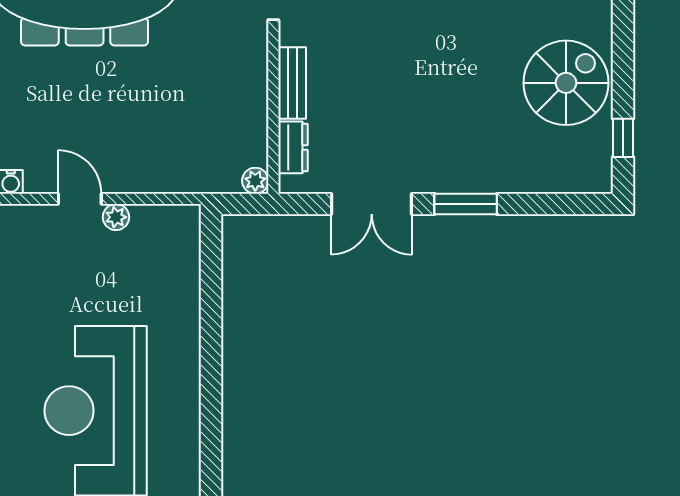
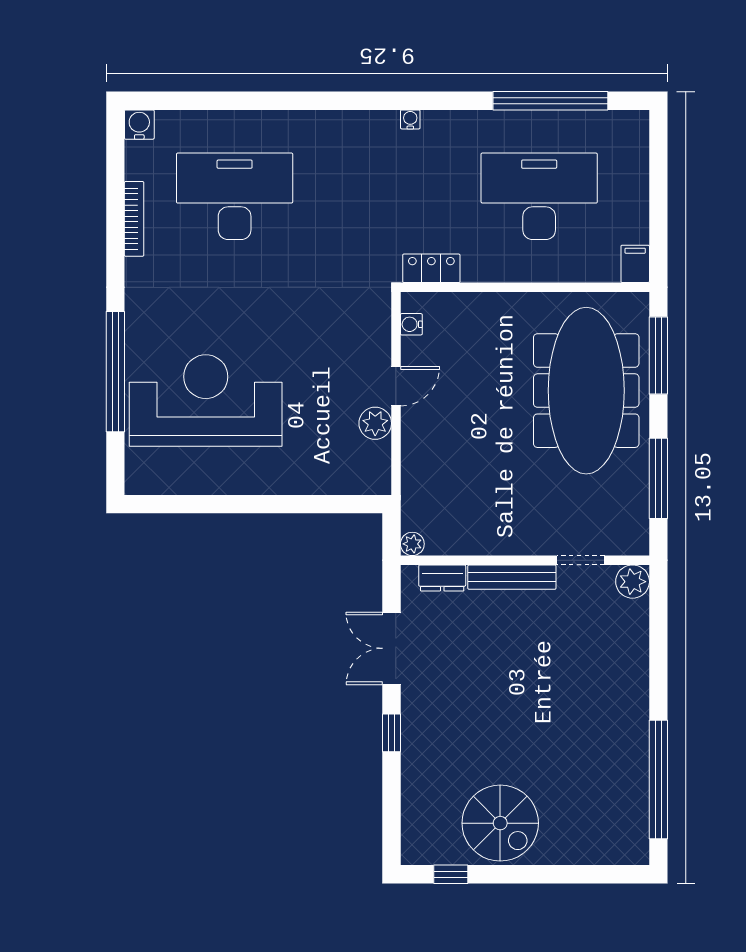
bench: (292, 83) -> (512, 577), width x1.36
window: (466, 204) -> (391, 733), width x0.67
plant: (116, 217) -> (375, 423), width x1.38, depth x1.38

